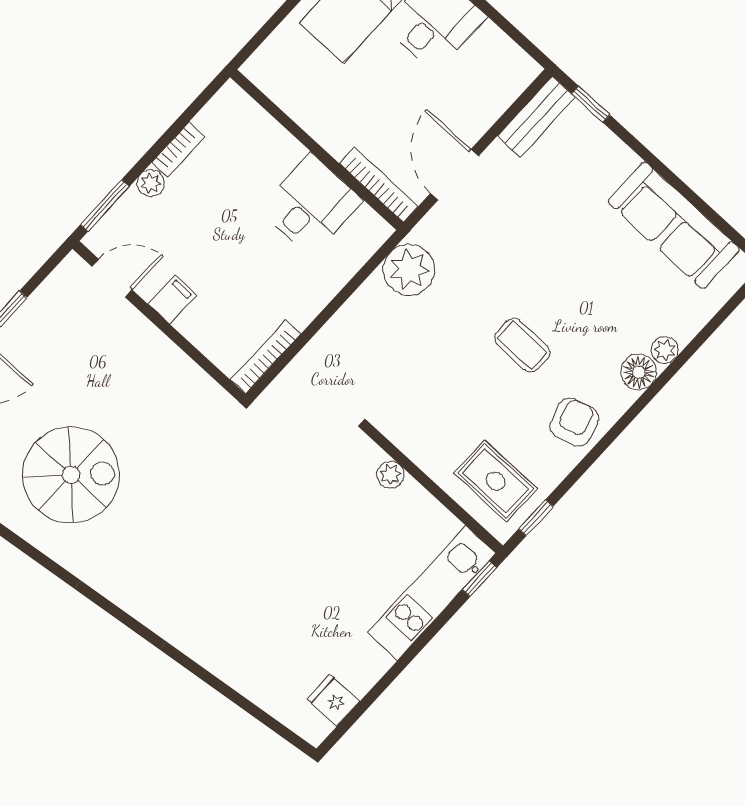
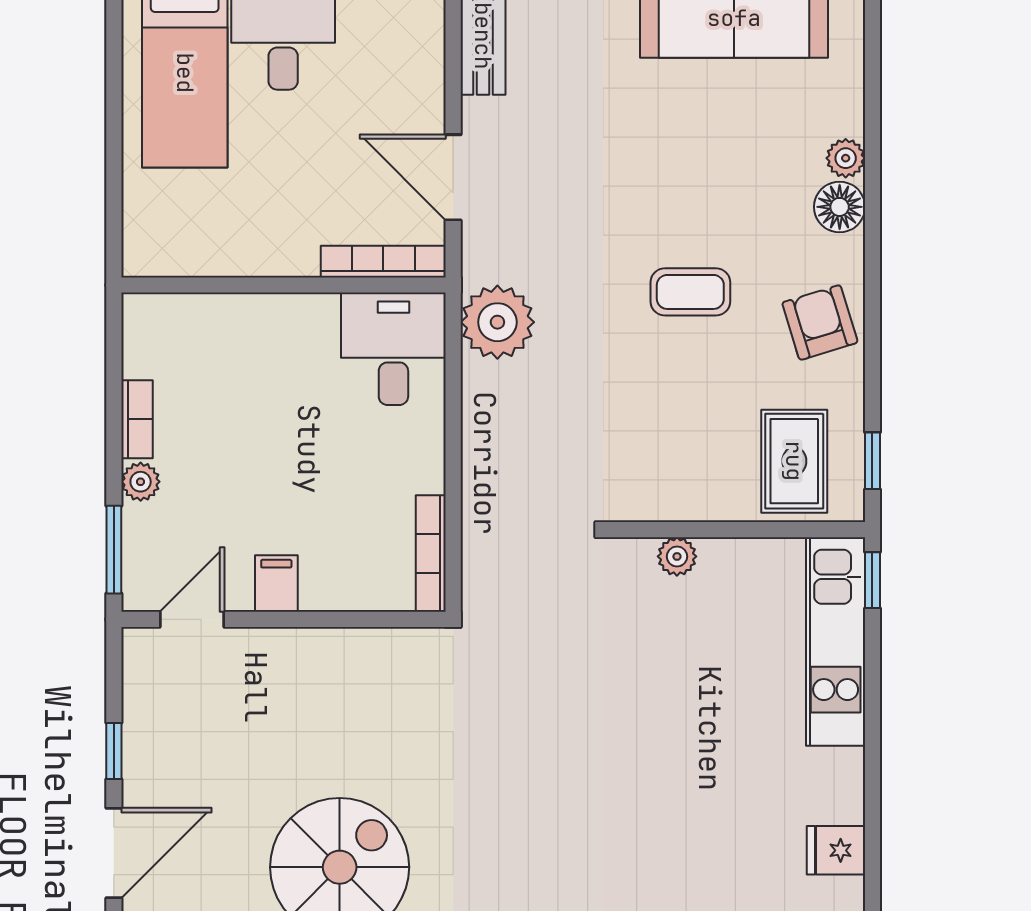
desk: (311, 205) -> (393, 349), moved
rug: (496, 481) -> (794, 461), turned 90

